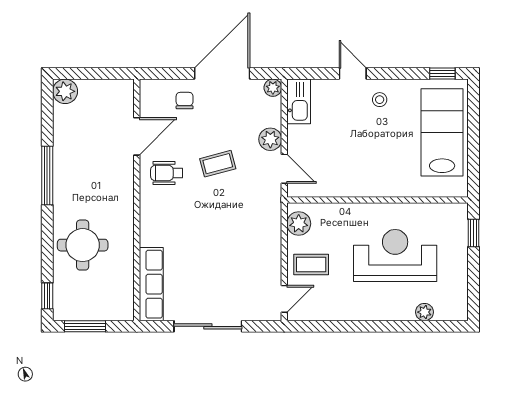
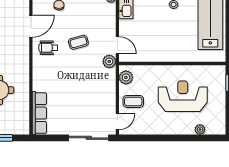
plant: (270, 139) -> (109, 61), moved
sliding door: (208, 326) -> (89, 138), moved

